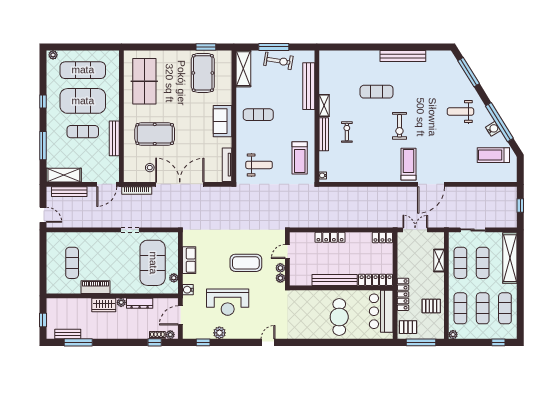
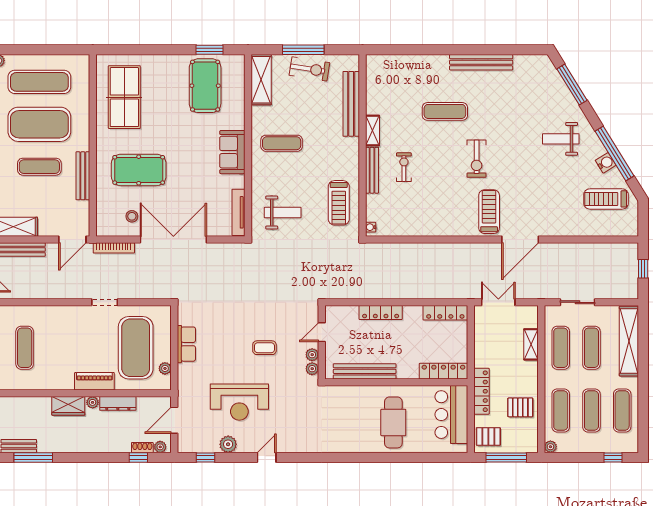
locker: (382, 237) -> (445, 313), width x1.53
coffee table: (246, 263) -> (264, 348), width x0.54, depth x0.58
bench: (335, 280) -> (365, 371), moved
piano: (95, 287) -> (94, 381), moved
water cooler: (188, 290) -> (185, 385), removed
door: (268, 342) -> (267, 458), moved

